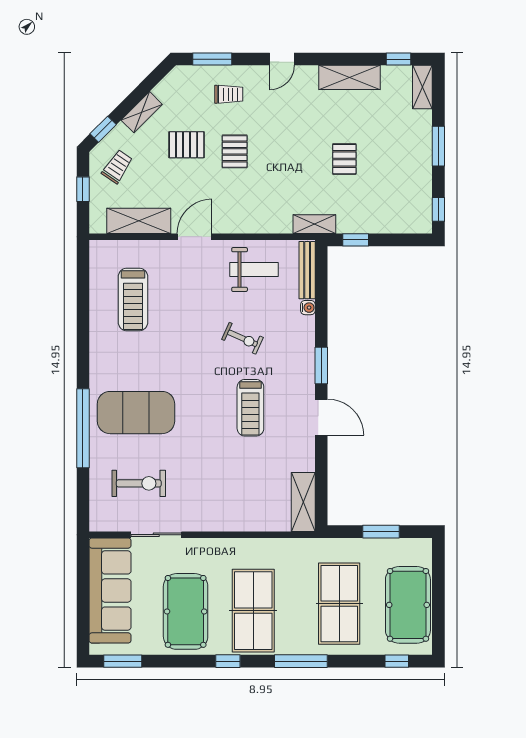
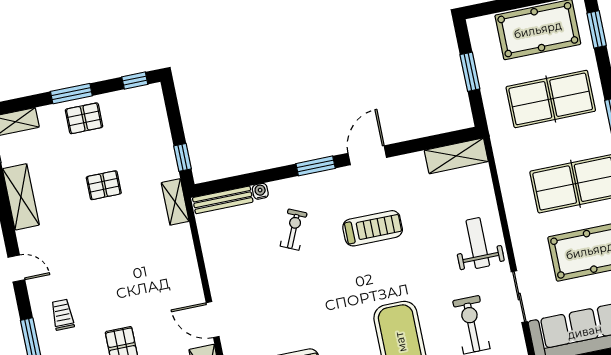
pallet: (235, 151) -> (84, 118), moved
weight bench: (254, 270) -> (478, 243), moved
exercise bike: (242, 338) -> (294, 230), moved
window: (397, 661) -> (597, 29), width x1.50

